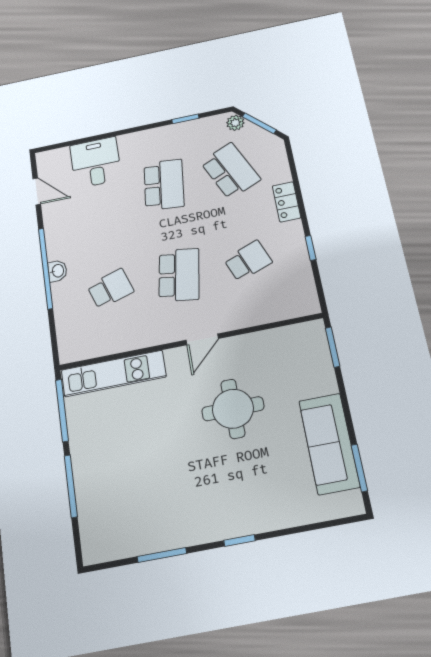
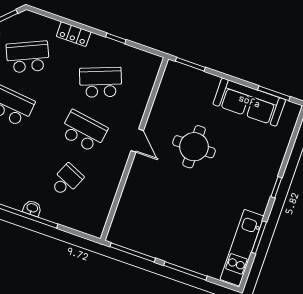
school desk: (248, 261) -> (101, 82), width x1.85
school desk: (110, 289) -> (67, 180), turned 42
kitchen unit: (114, 374) -> (242, 248), moved, turned 180

